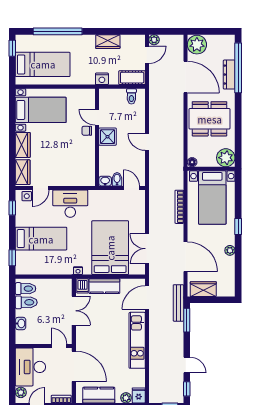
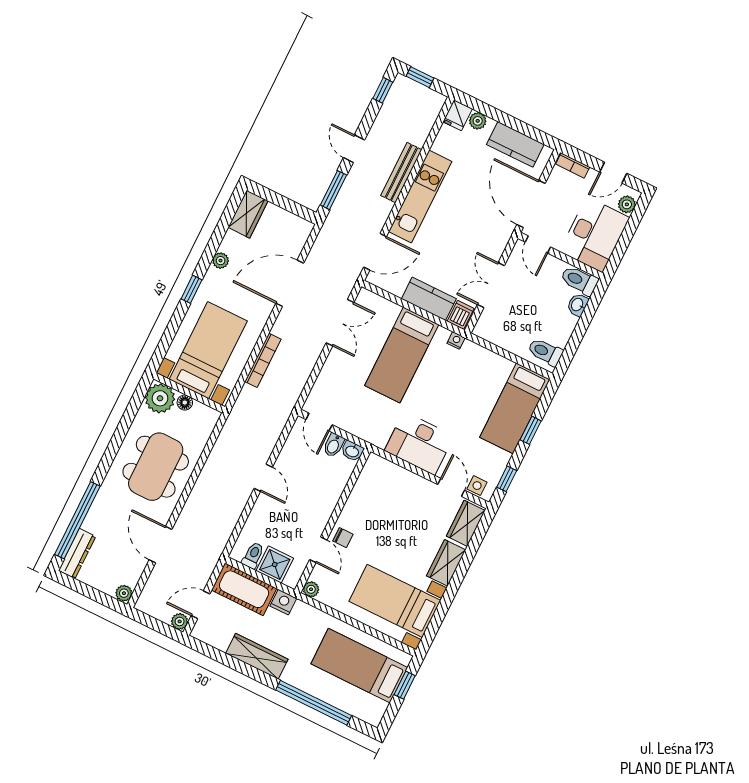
wardrobe: (108, 42) -> (257, 656), width x1.50
plant: (197, 45) -> (124, 593), width x0.53, depth x0.53
window: (12, 48) -> (405, 685), moved
dresser: (229, 75) -> (77, 554), moved
door: (186, 77) -> (161, 545), width x0.73
cot: (132, 78) -> (244, 589), width x1.37, depth x1.34
plant: (90, 93) -> (311, 589), added
dining table: (210, 119) -> (156, 467), turned 90
shower: (108, 137) -> (275, 564), moved
floor lamp: (192, 162) -> (185, 403), moved
door: (41, 188) -> (451, 487), hinge flipped
bed: (41, 239) -> (515, 408), moved, turned -90
bed: (110, 248) -> (402, 355), width x0.67
door: (186, 257) -> (290, 283), hinge flipped
window: (12, 258) -> (531, 430), moved
wardrobe: (203, 289) -> (248, 214), moved, turned -90
toilet: (26, 302) -> (579, 280), moved
bench: (178, 303) -> (401, 173), moved
door: (187, 365) -> (354, 149), moved

